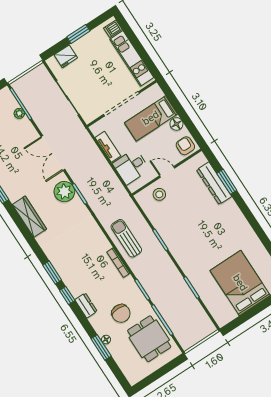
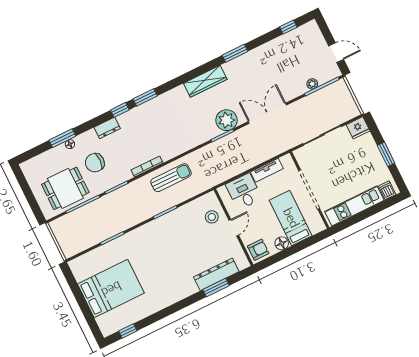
fridge: (66, 56) -> (358, 128), moved, turned -90

